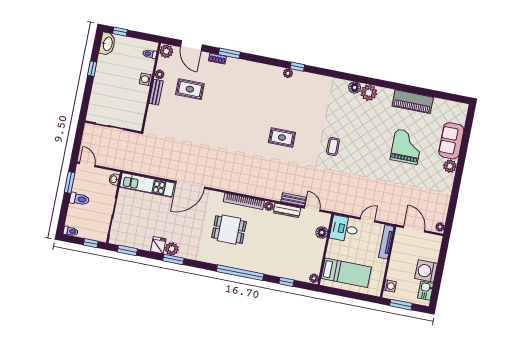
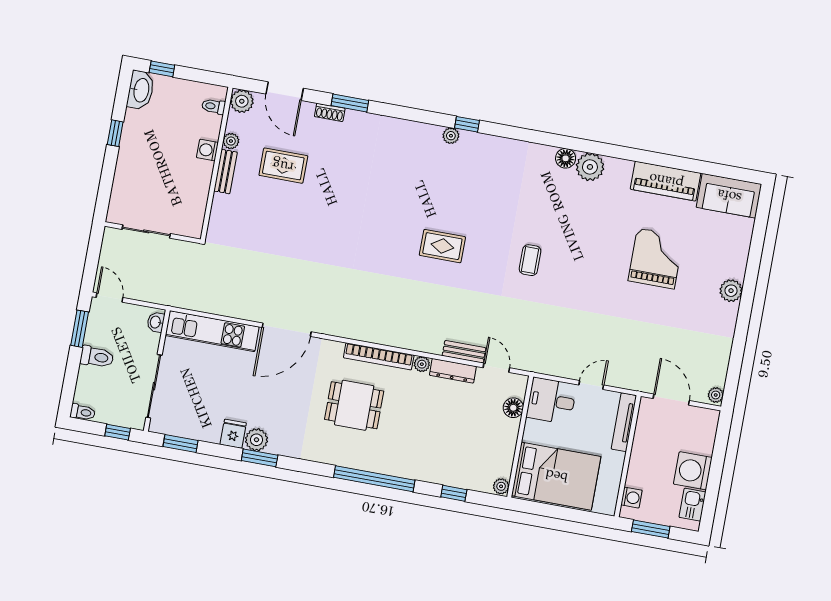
sofa: (451, 141) -> (729, 196), moved, turned -90
bed: (346, 273) -> (556, 476), width x1.50

